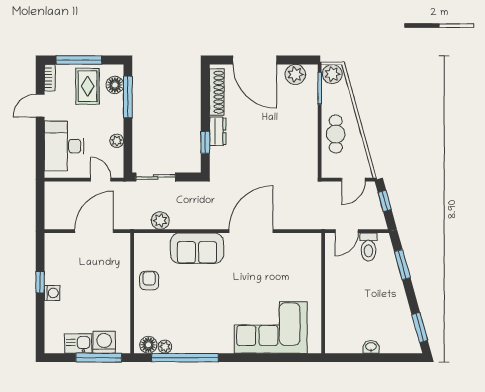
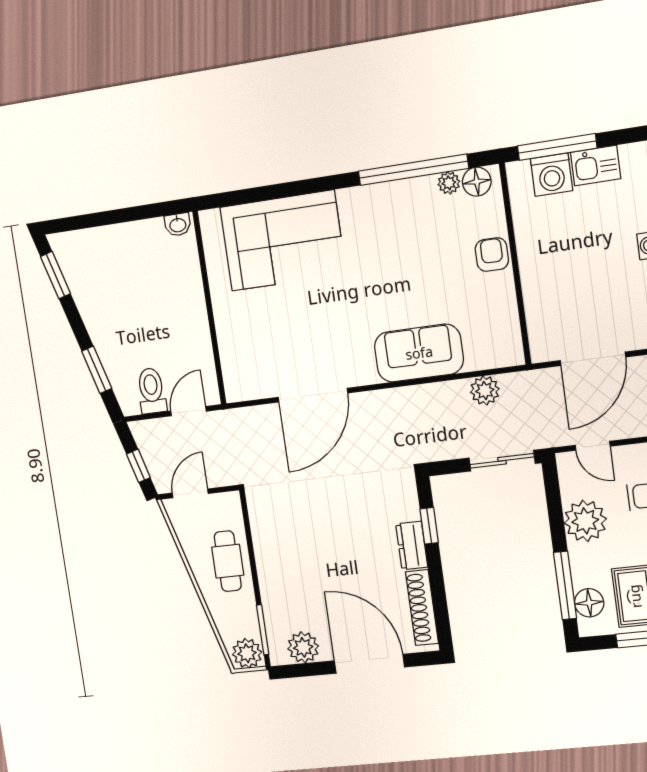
plant: (117, 141) -> (585, 521), width x1.88, depth x1.88
door: (251, 231) -> (313, 395), moved
armchair: (149, 281) -> (492, 255), moved, turned 180
washbasin: (371, 347) -> (178, 225), moved

